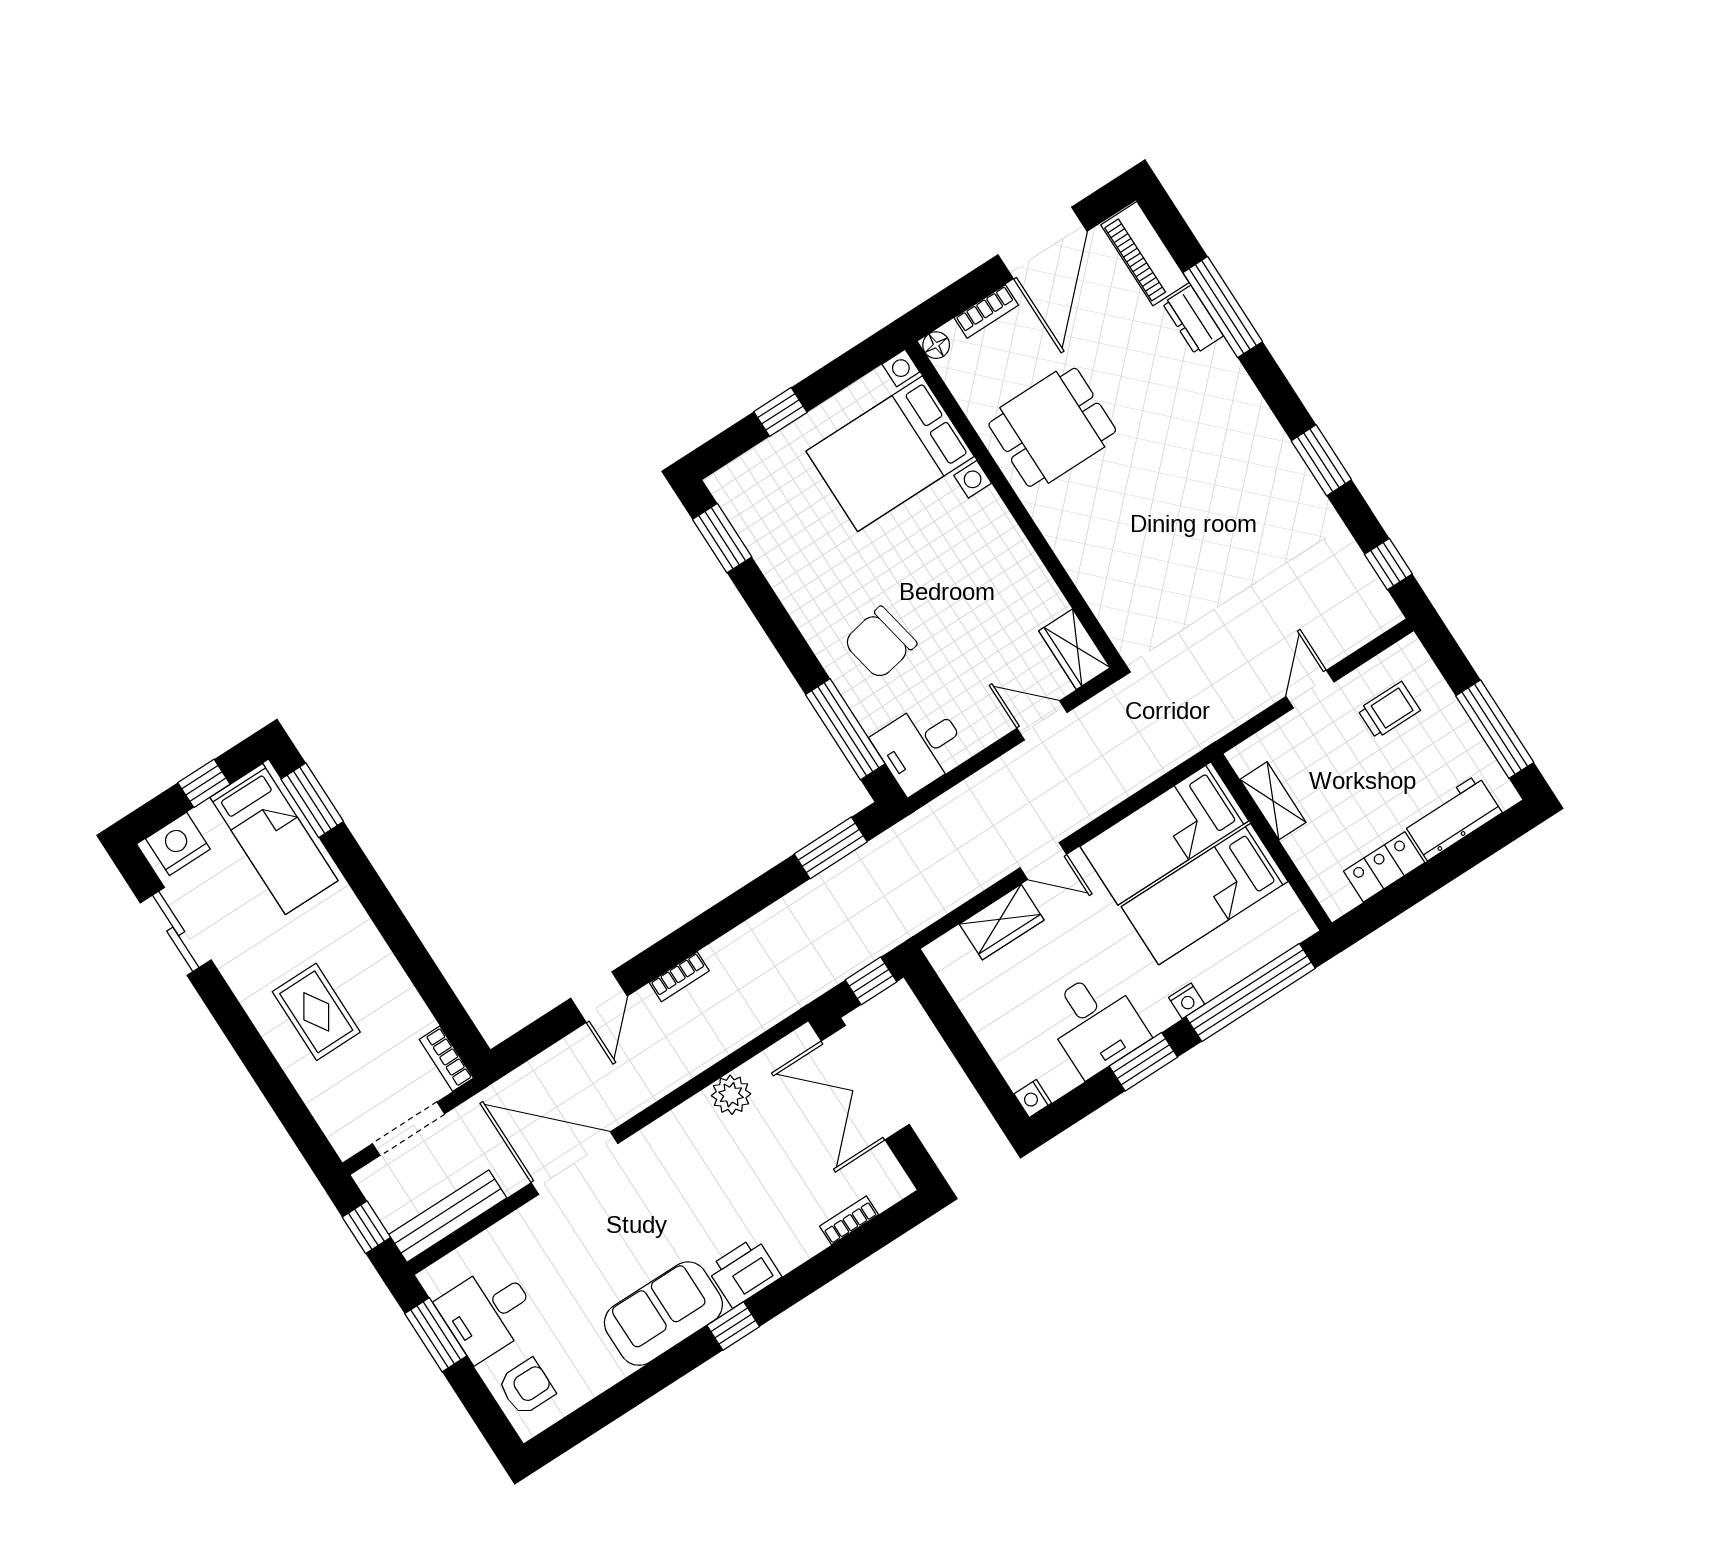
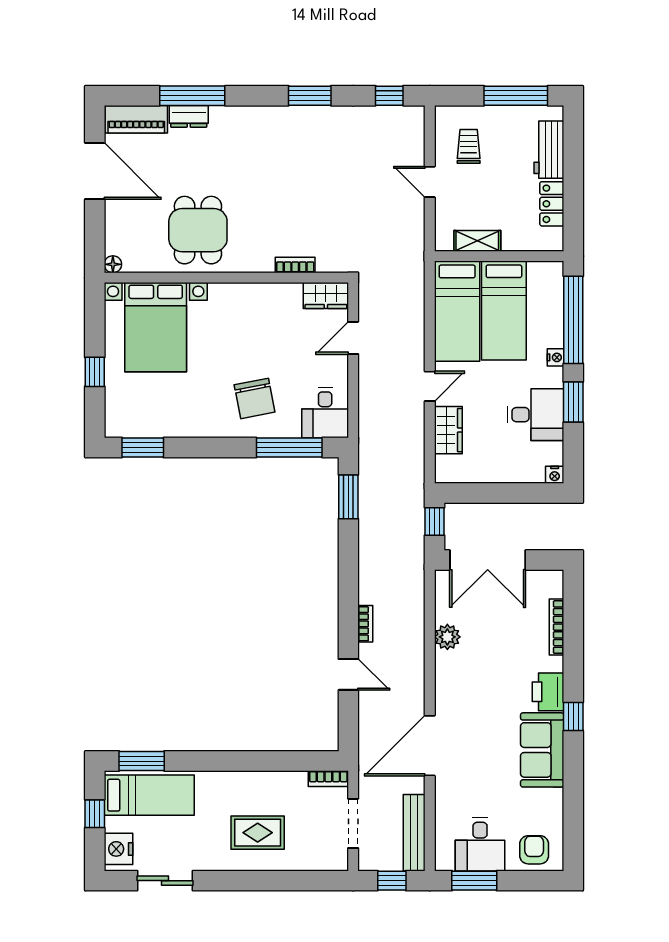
bookcase: (986, 311) -> (295, 265), moved, turned -90
bookcase: (849, 1220) -> (557, 627), width x1.56

